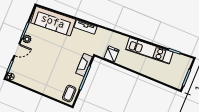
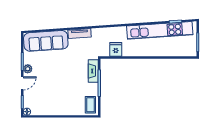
kitchen unit: (149, 51) -> (160, 30), width x1.36

